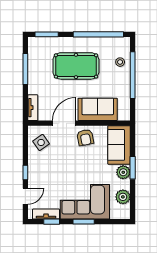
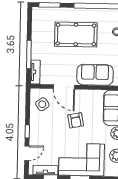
window: (25, 69) -> (29, 54), moved
door: (64, 123) -> (64, 87), swing flipped
armchair: (85, 137) -> (76, 120), moved

